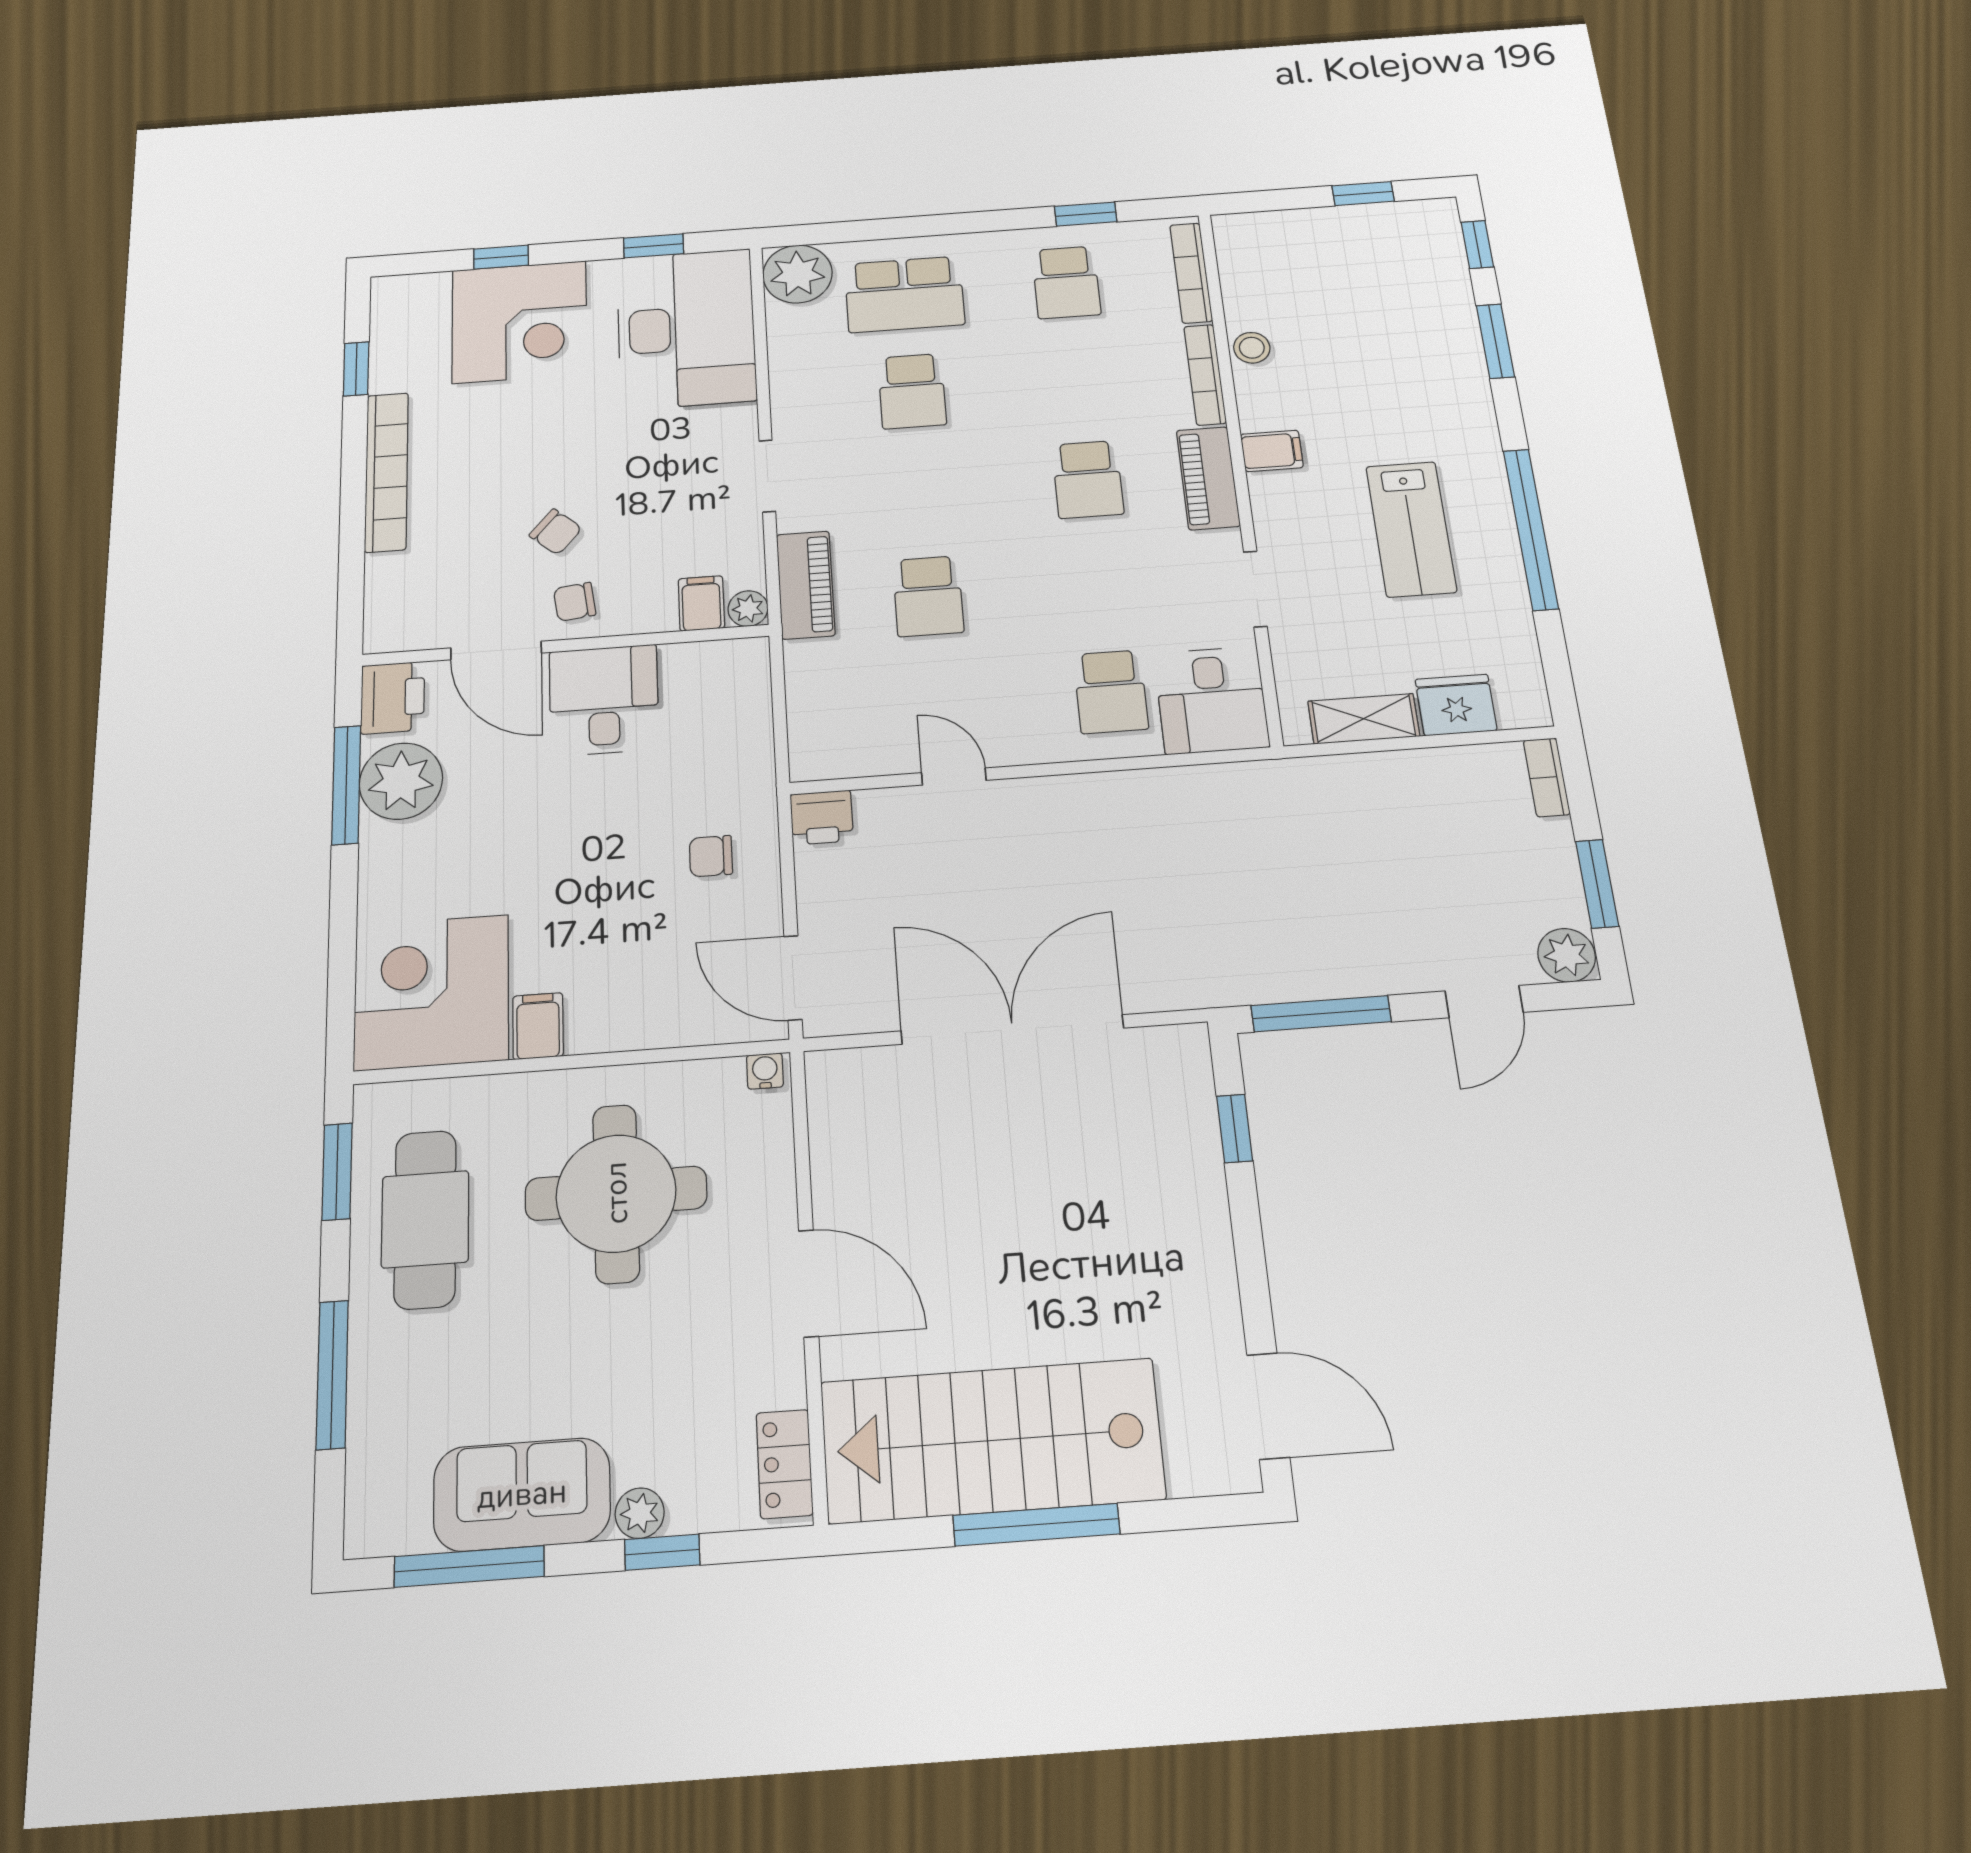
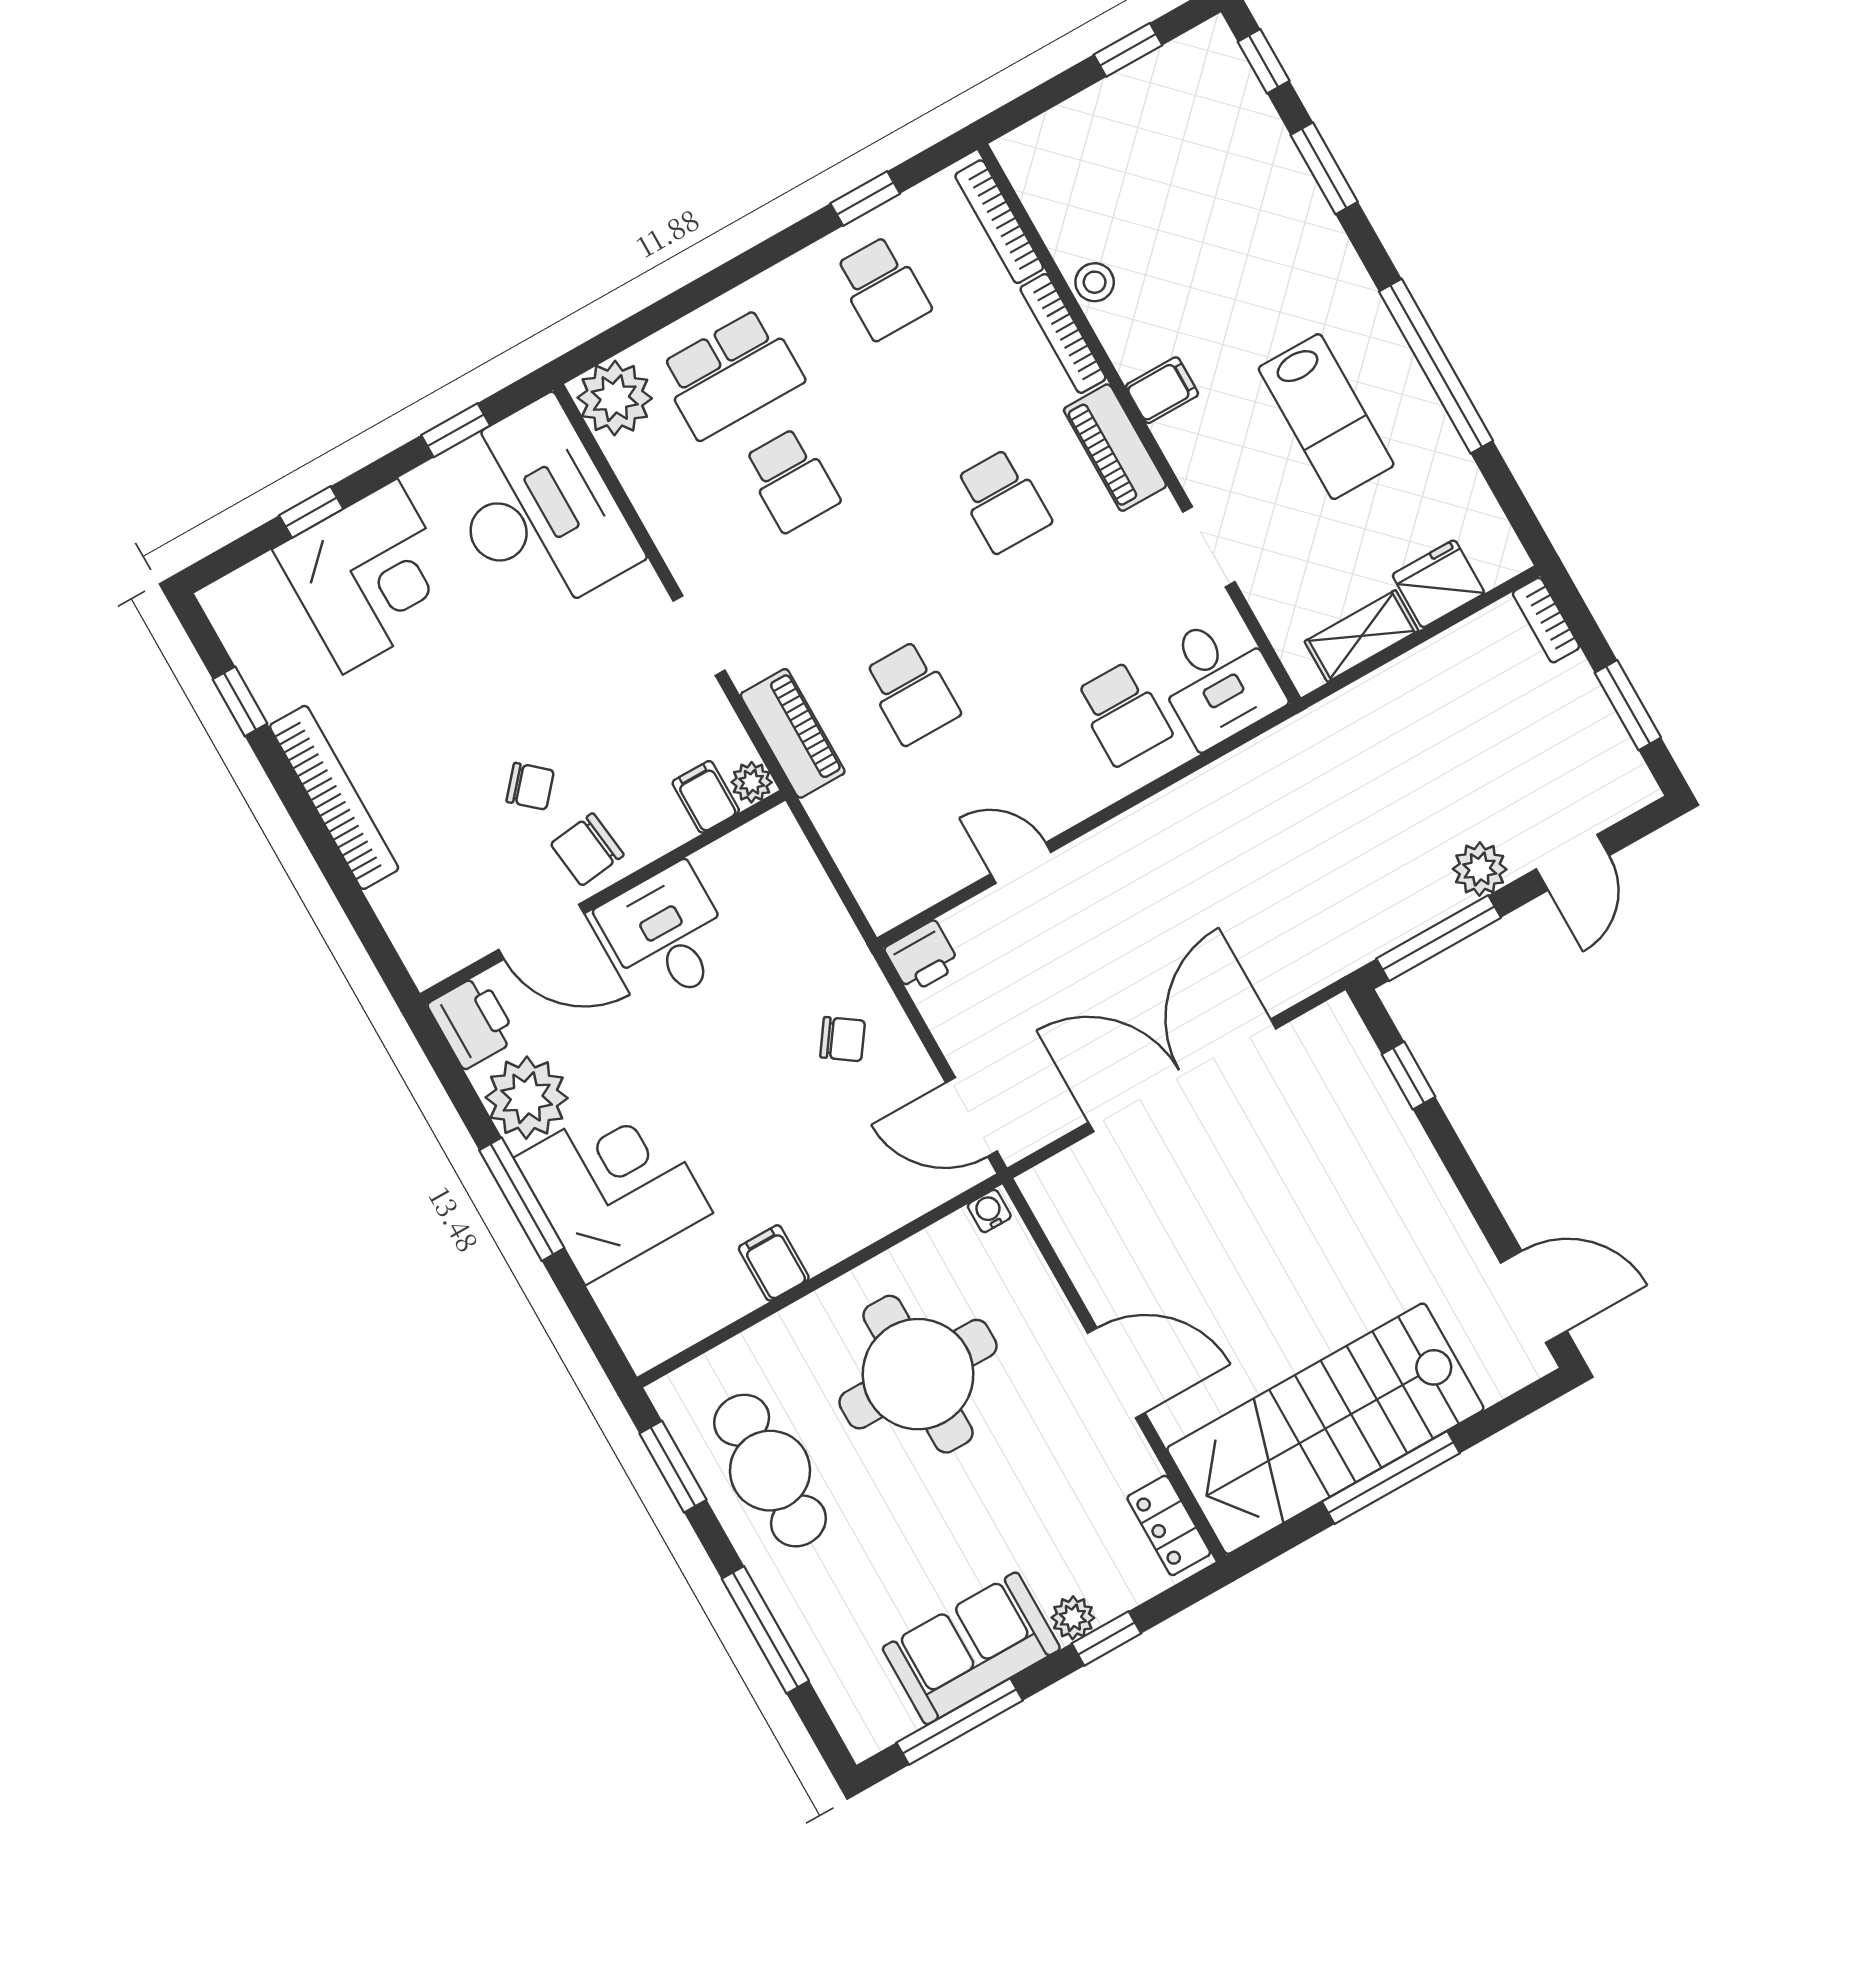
chair: (575, 602) -> (587, 849), width x1.37, depth x1.37
window: (346, 785) -> (522, 1199), moved
chair: (711, 856) -> (843, 1039), turned -145
plant: (1567, 955) -> (1480, 869), moved
corner desk: (432, 992) -> (613, 1185), moved, turned 90

